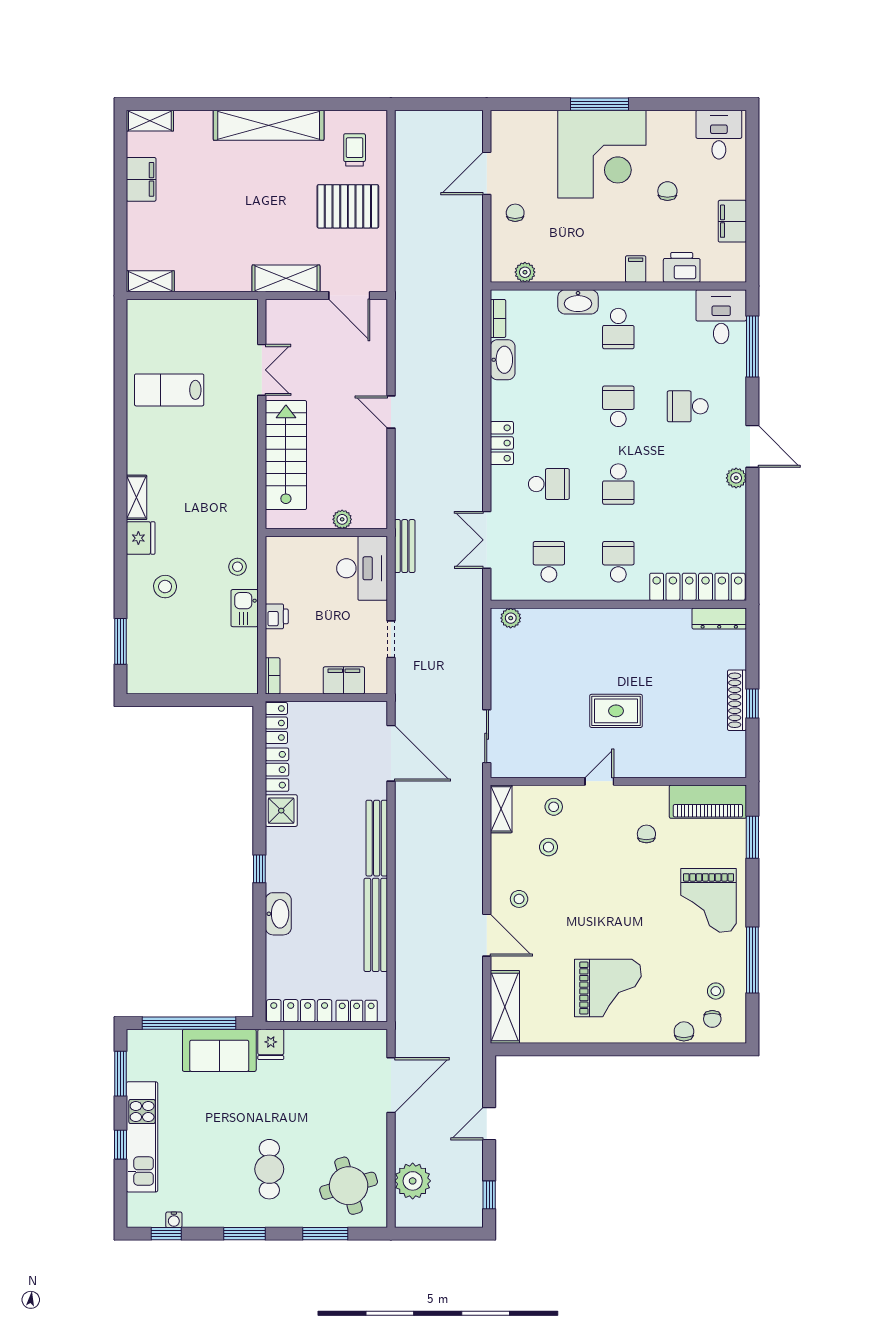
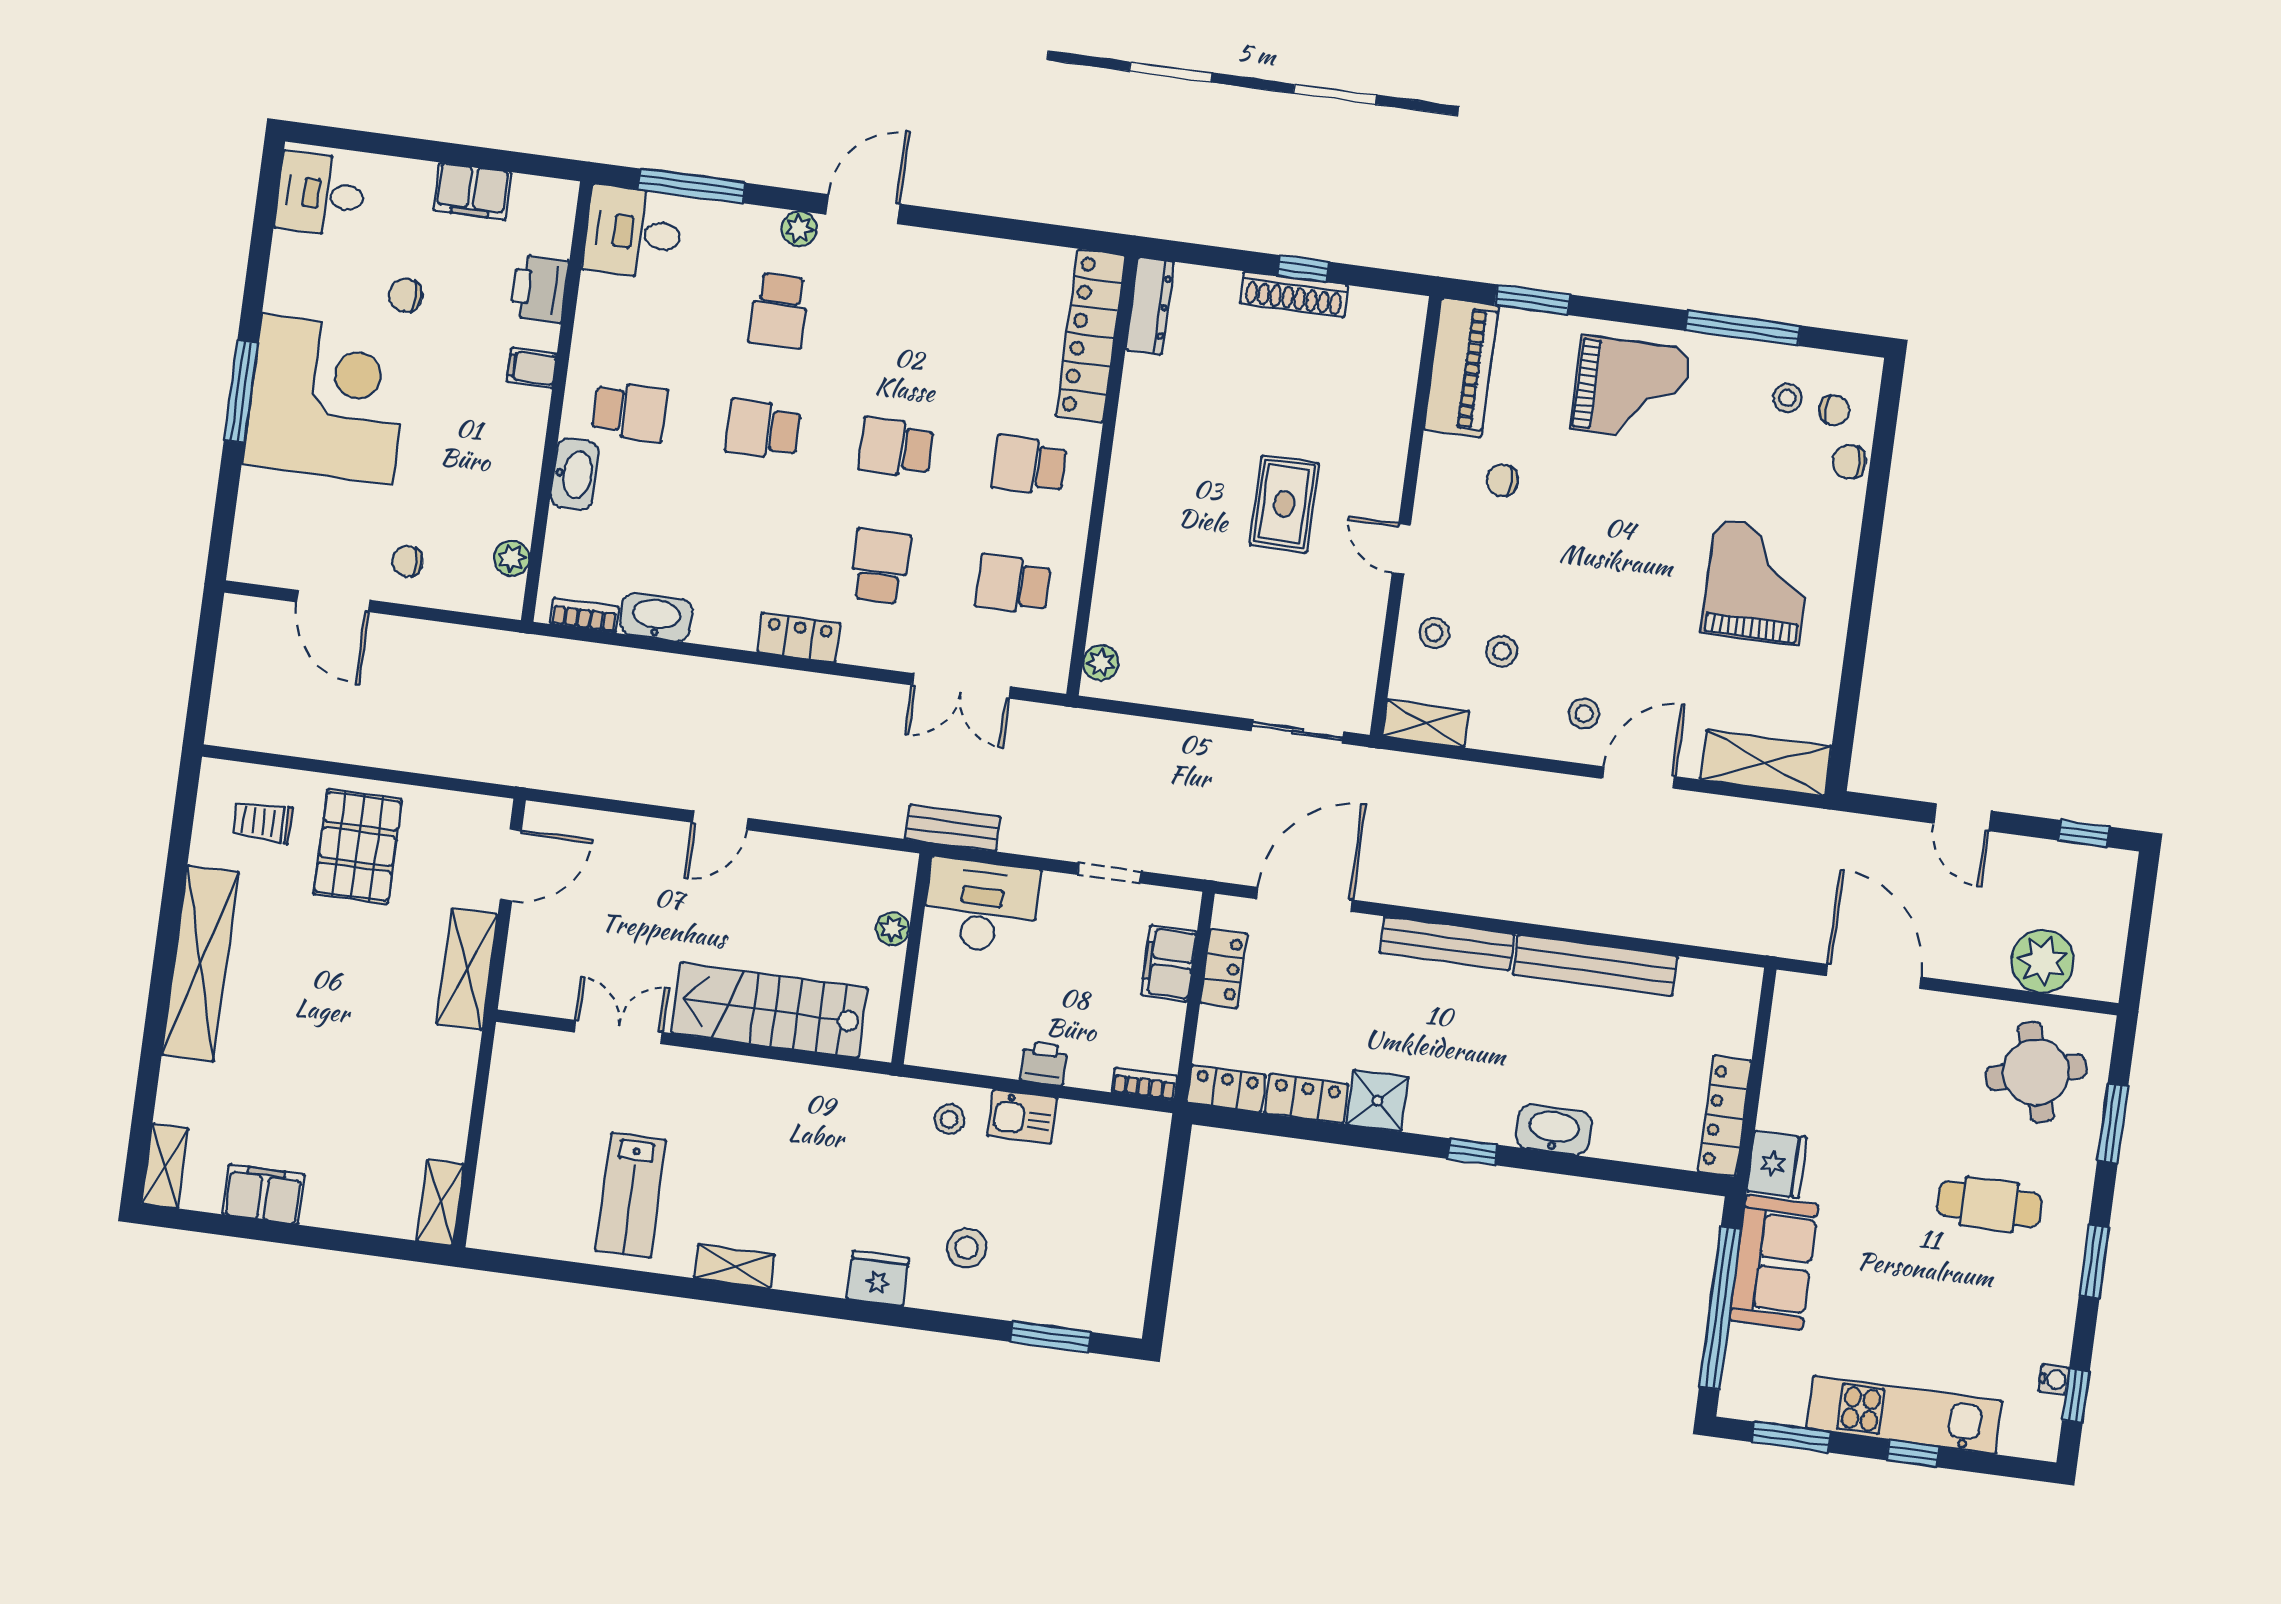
plant: (736, 478) -> (799, 229), moved
school desk: (618, 484) -> (896, 447), turned 180
shelving: (137, 497) -> (734, 1266), moved
locker: (357, 1011) -> (1224, 968), moved, turned 180
fridge: (271, 1044) -> (1777, 1164), width x1.38

